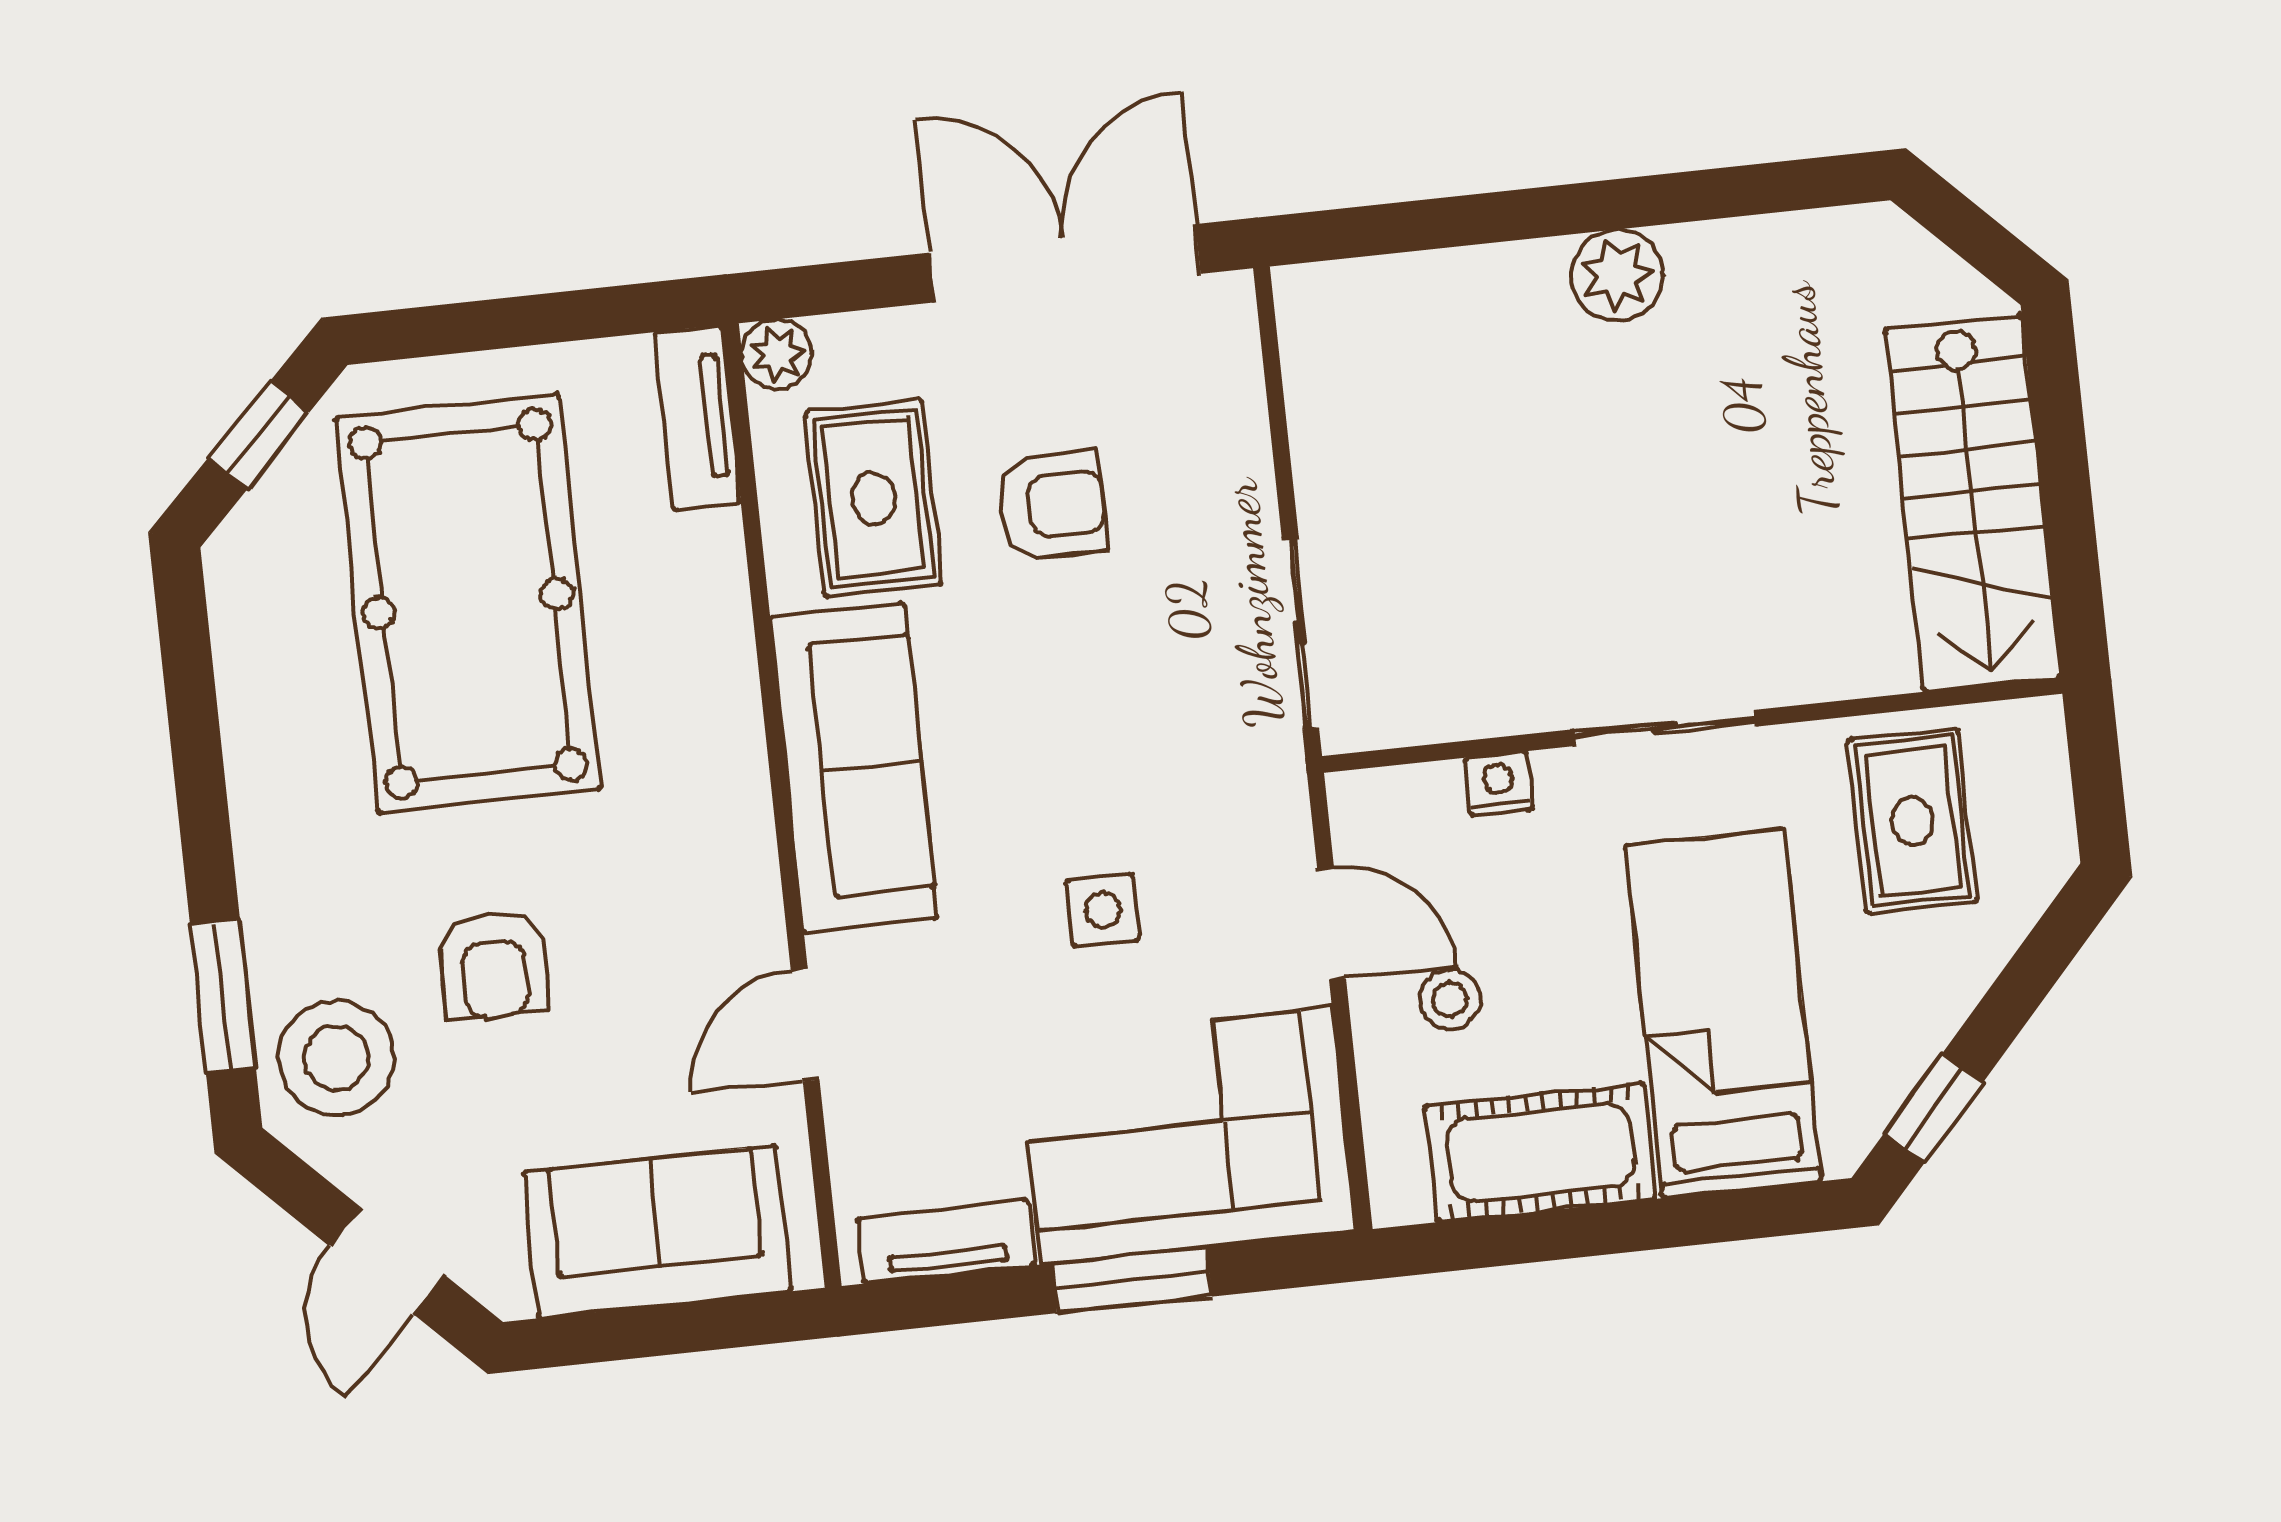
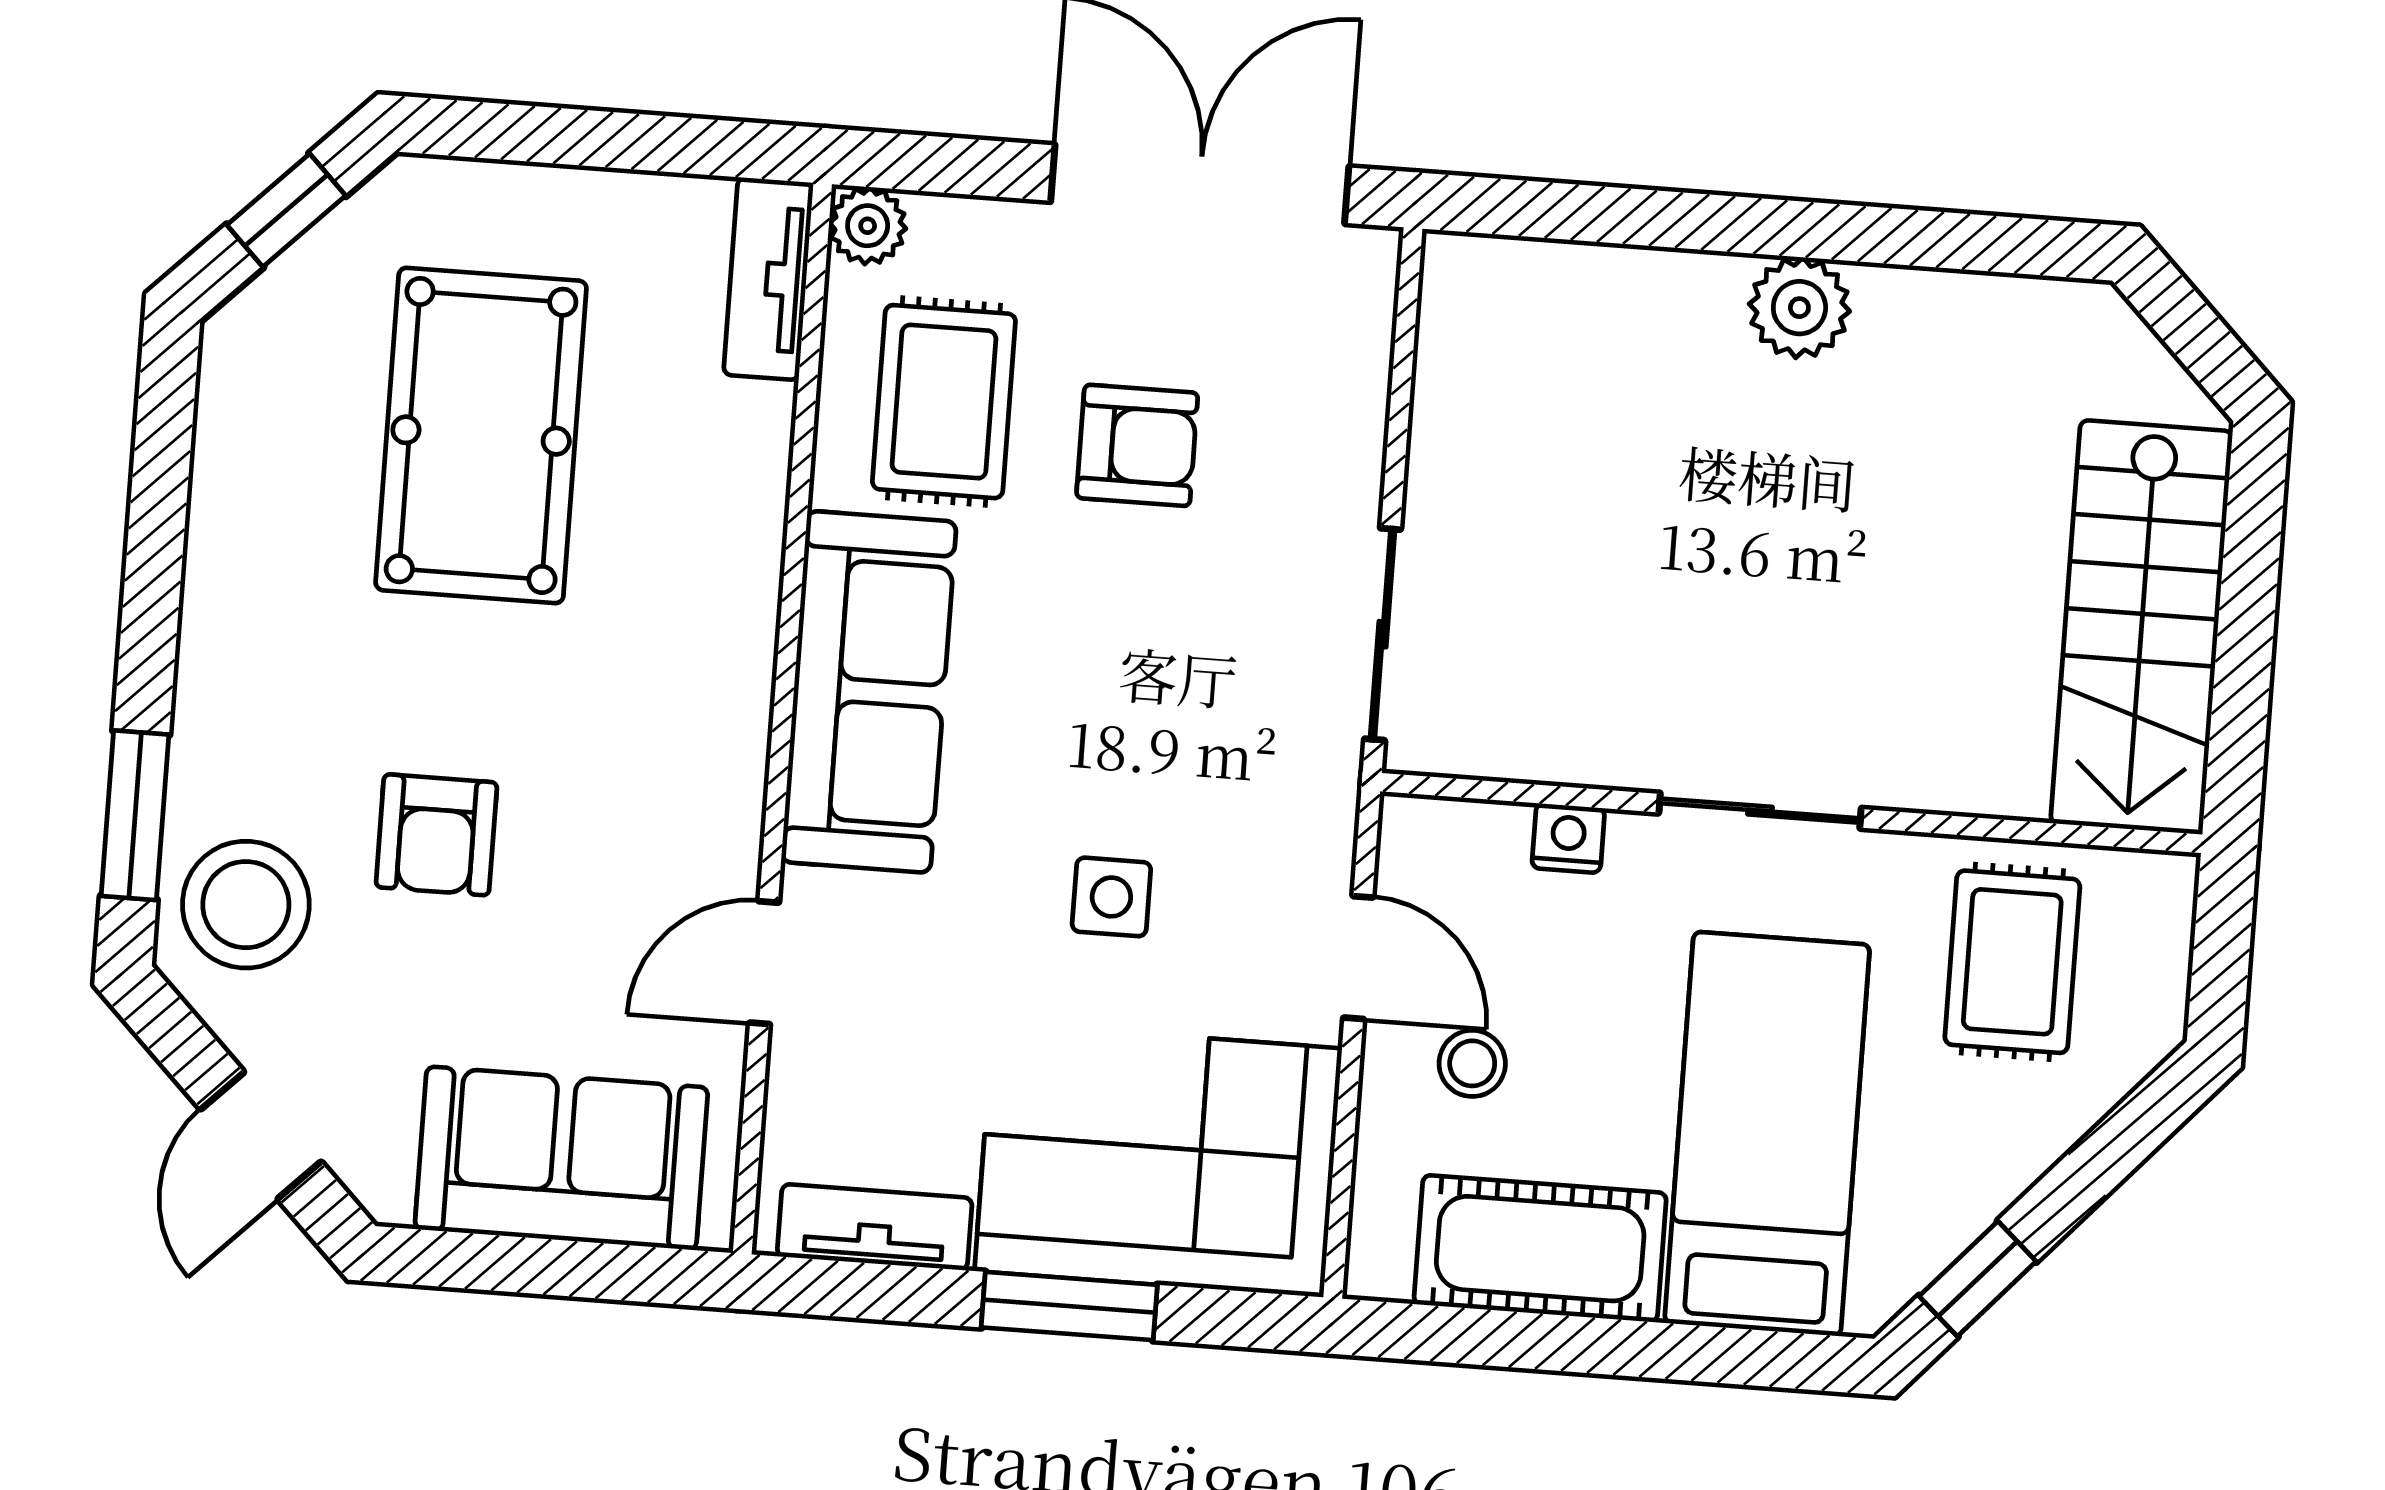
pool table: (468, 603) -> (481, 435), width x0.73, depth x0.76

